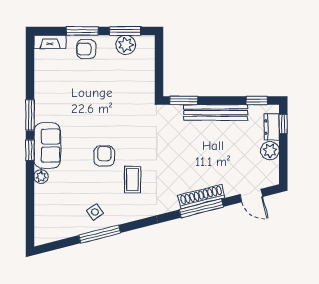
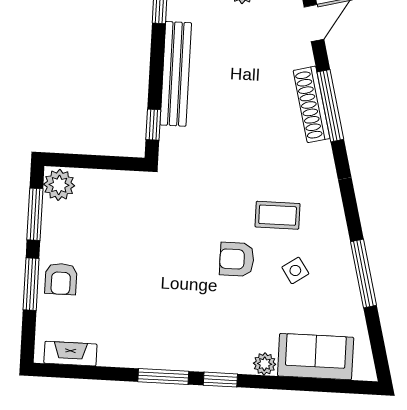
fireplace: (50, 42) -> (70, 354), moved, turned -90
plant: (126, 45) -> (59, 185), moved
window: (184, 100) -> (153, 125), width x0.67
sofa: (47, 146) -> (316, 357), moved
side table: (95, 212) -> (295, 270), moved

